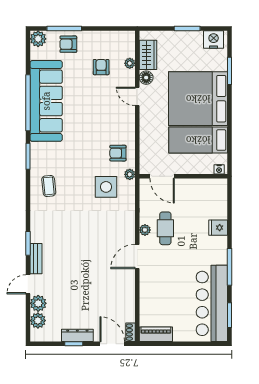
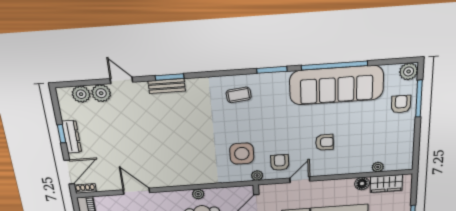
armchair: (101, 67) -> (324, 142), moved
door: (137, 96) -> (300, 180), moved
door: (137, 257) -> (136, 191), moved
bench: (36, 259) -> (167, 86), moved

